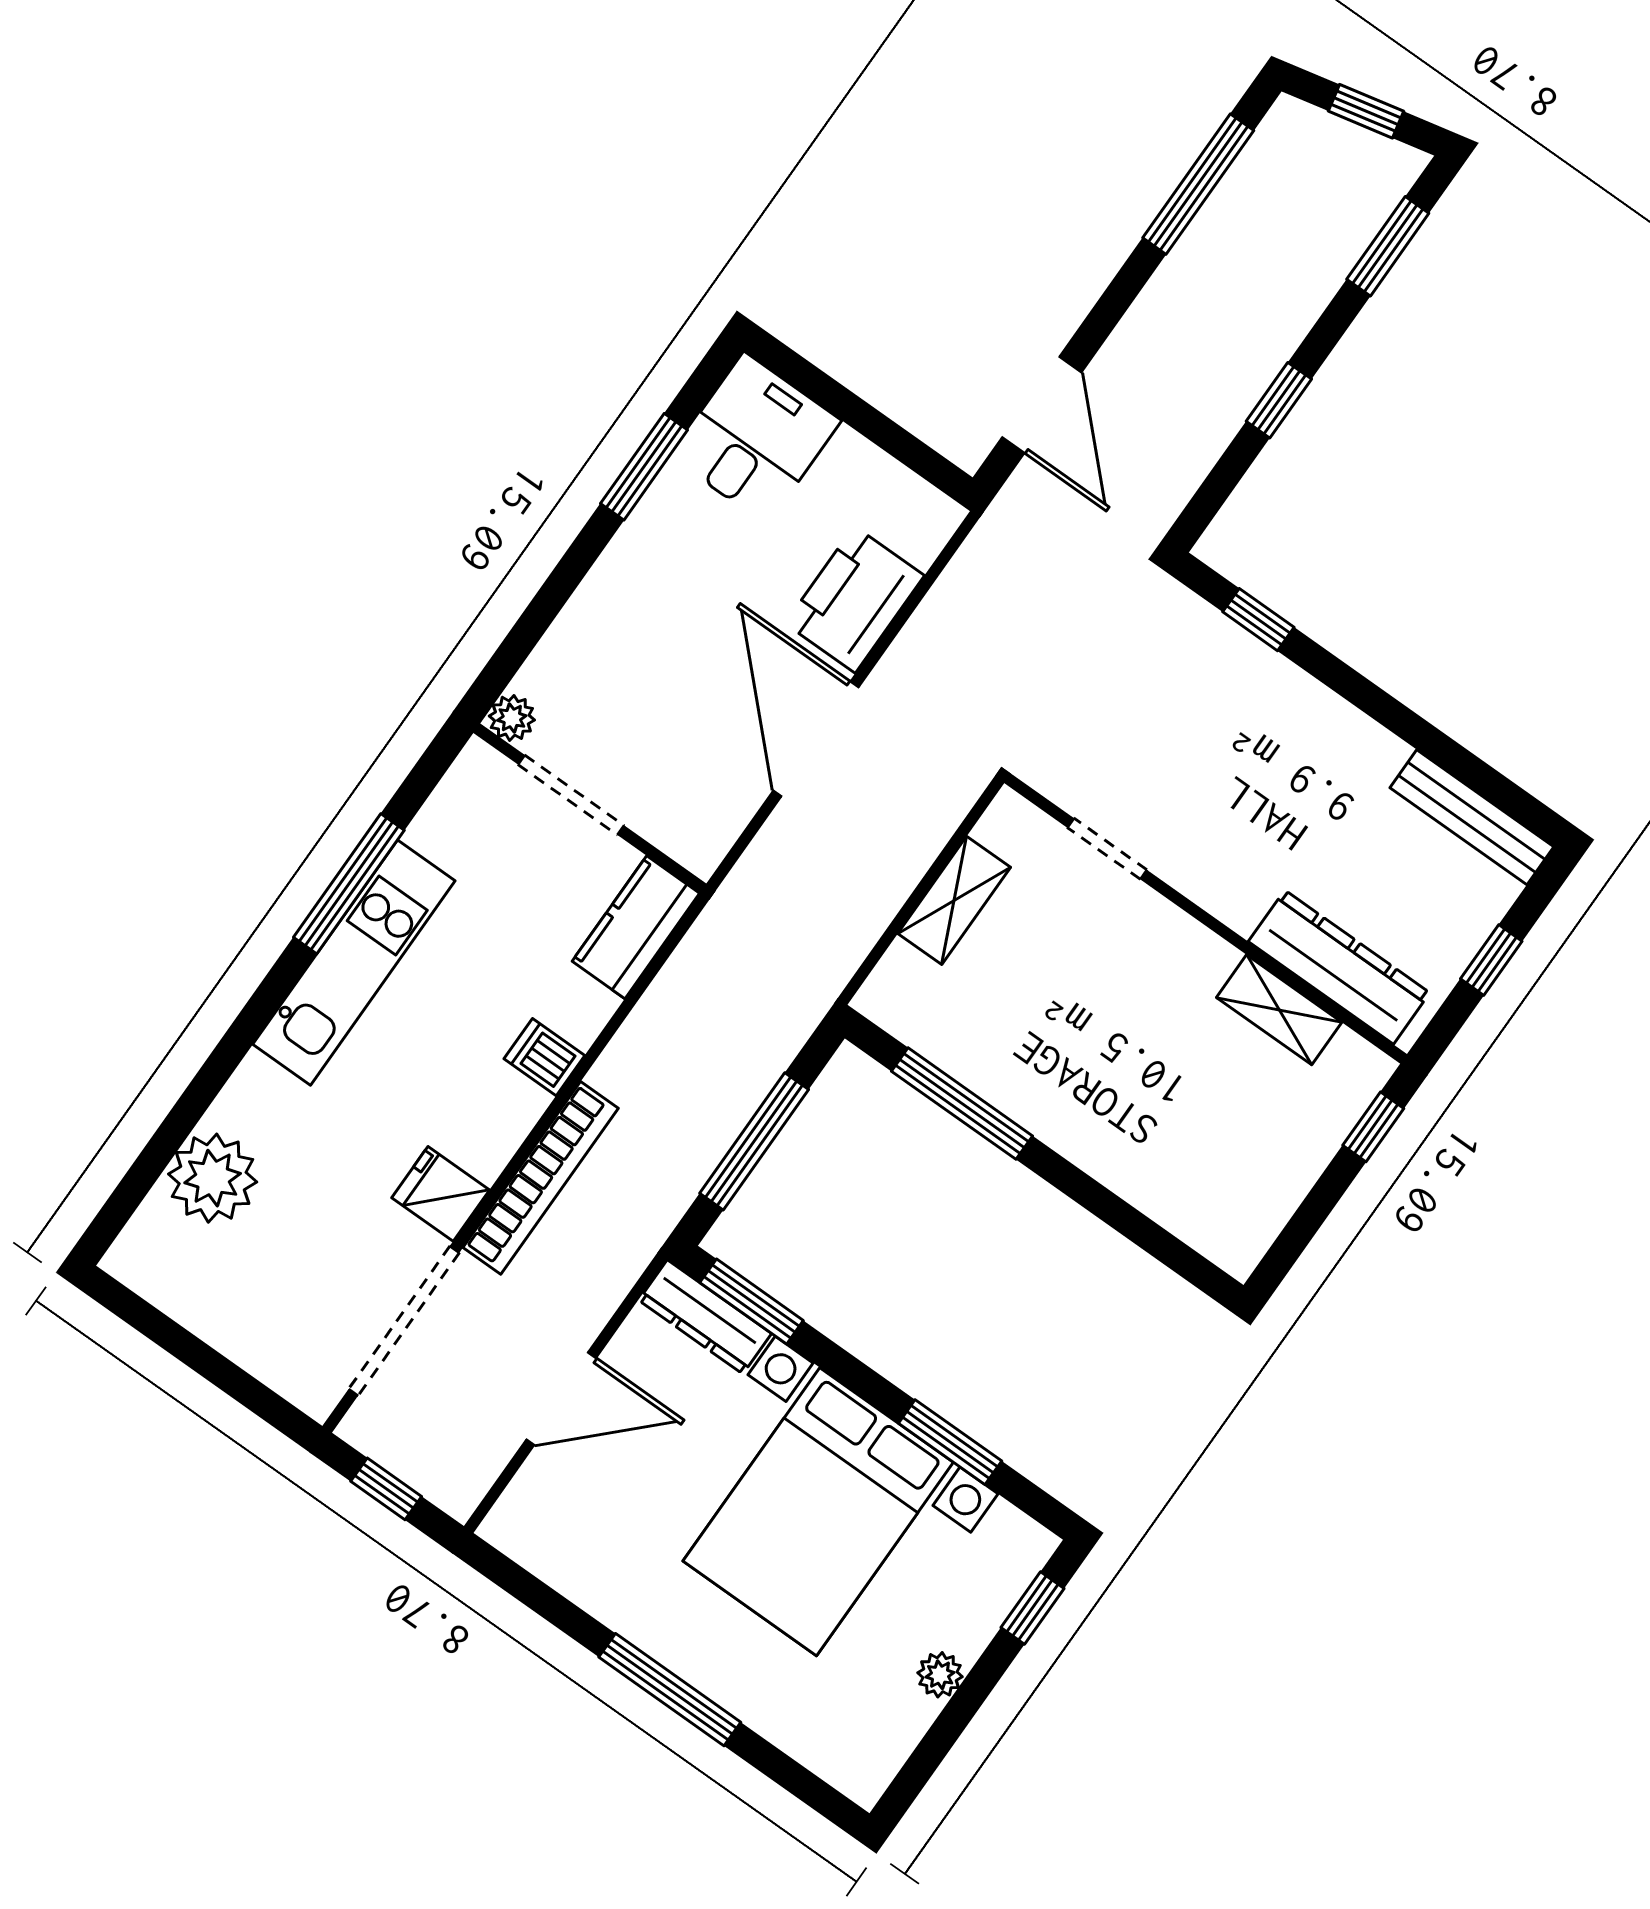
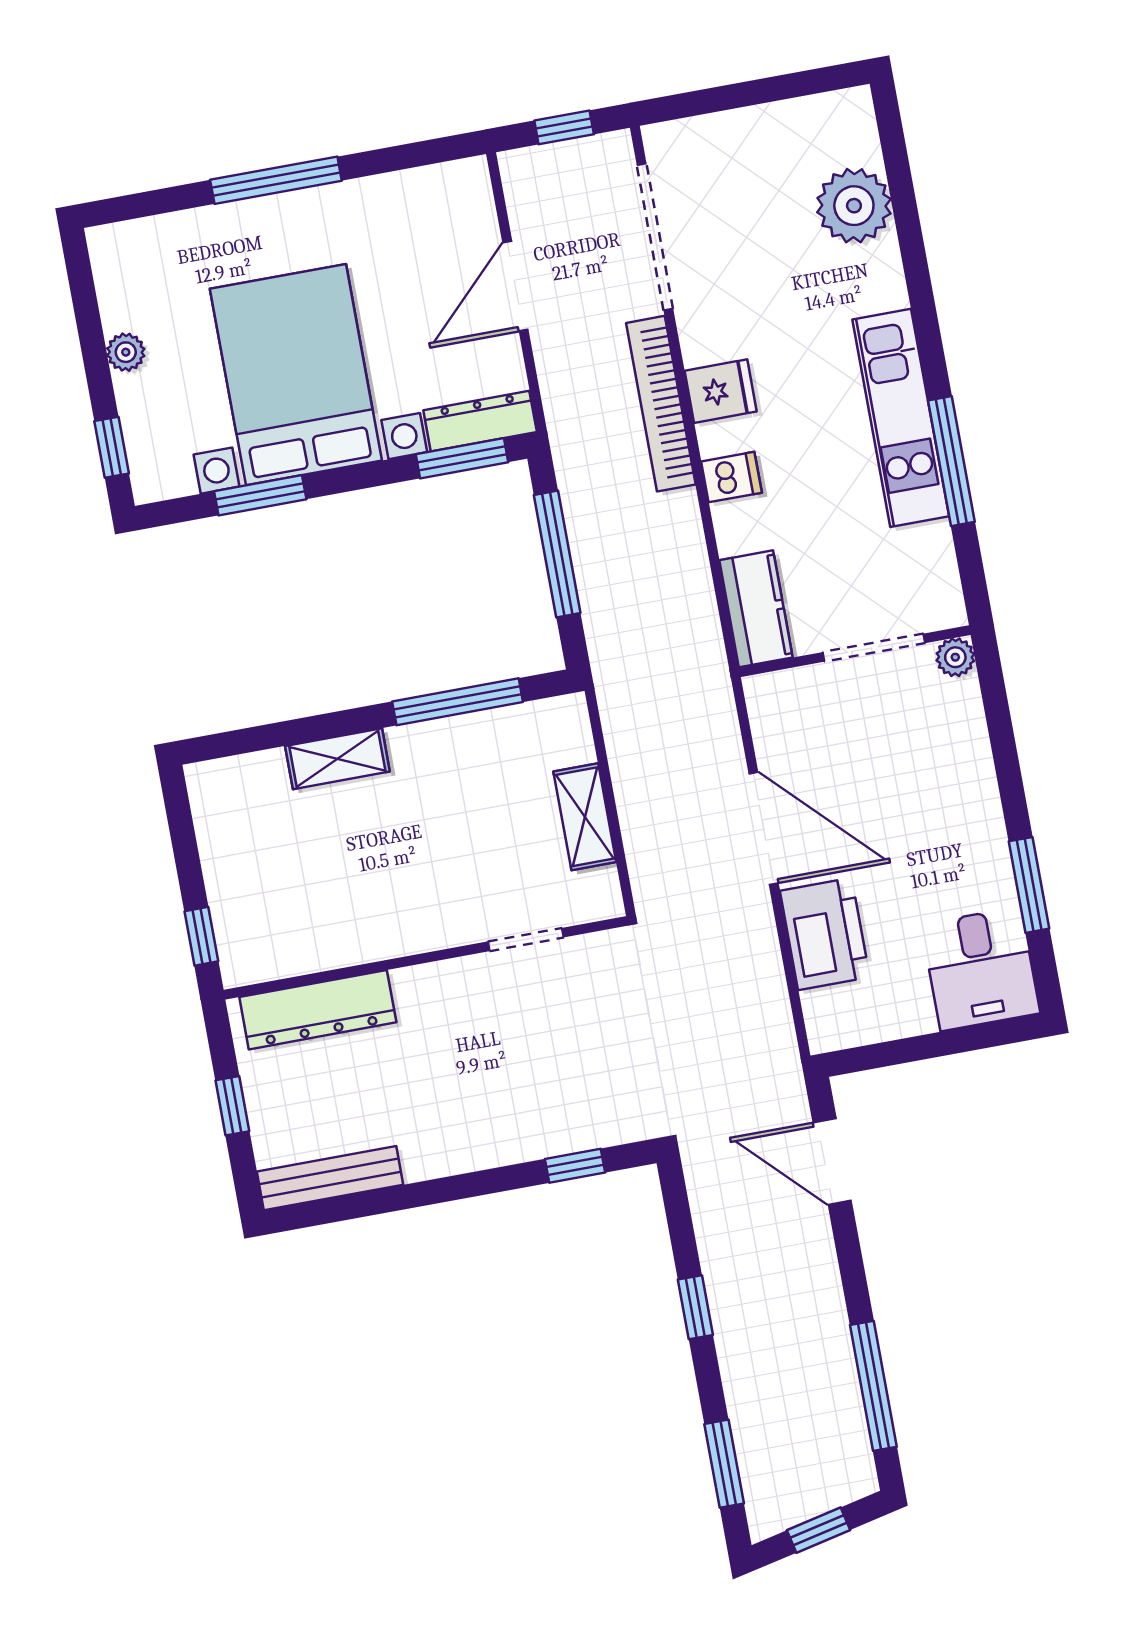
shelving: (1279, 1010) -> (337, 759), moved
fridge: (441, 1194) -> (721, 391), moved

